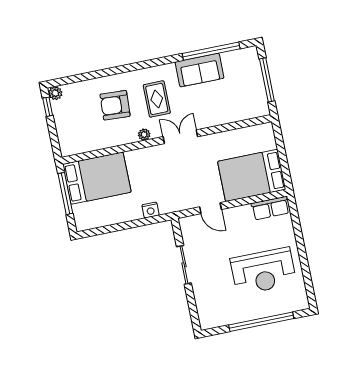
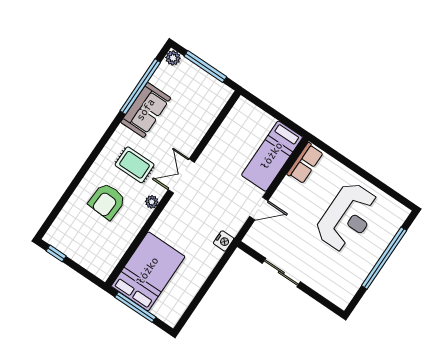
plant: (55, 93) -> (173, 58), moved
bed: (252, 175) -> (272, 156), width x0.67
nightstand: (150, 210) -> (224, 241), moved

